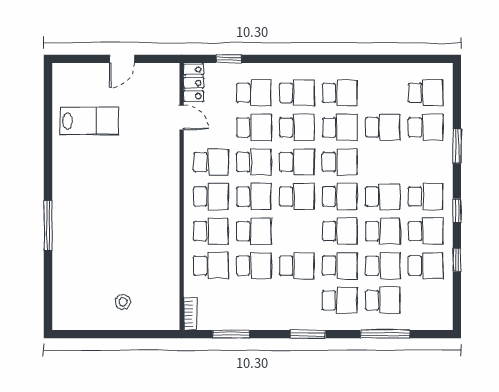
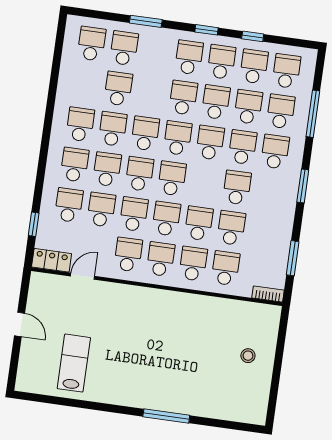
school desk: (426, 300) -> (286, 71), added

